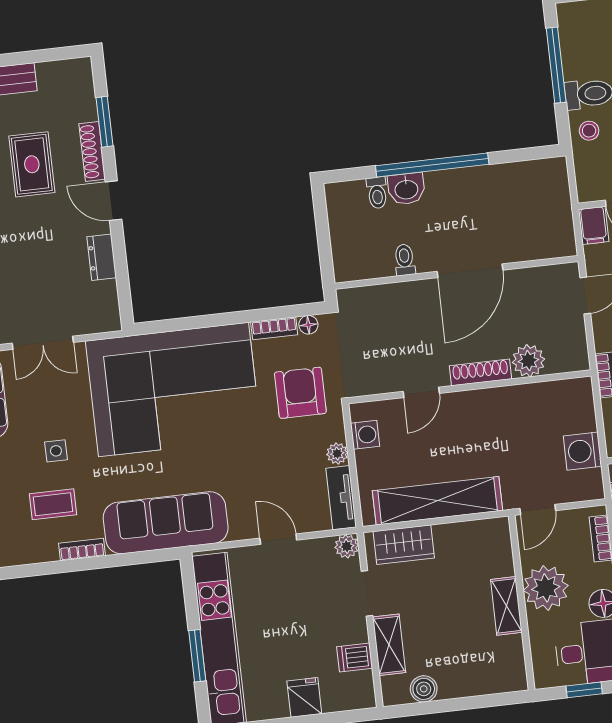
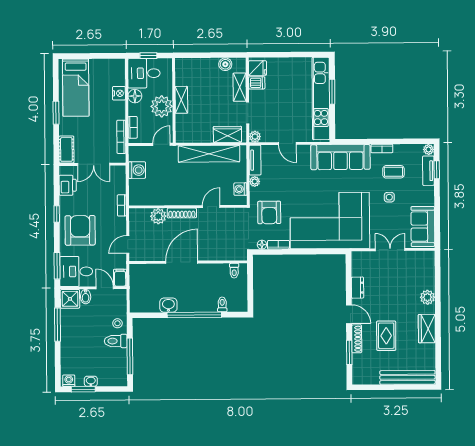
washbasin: (406, 189) -> (168, 305), moved
toilet: (405, 260) -> (234, 271), moved
fridge: (304, 697) -> (258, 68), moved, turned -90

